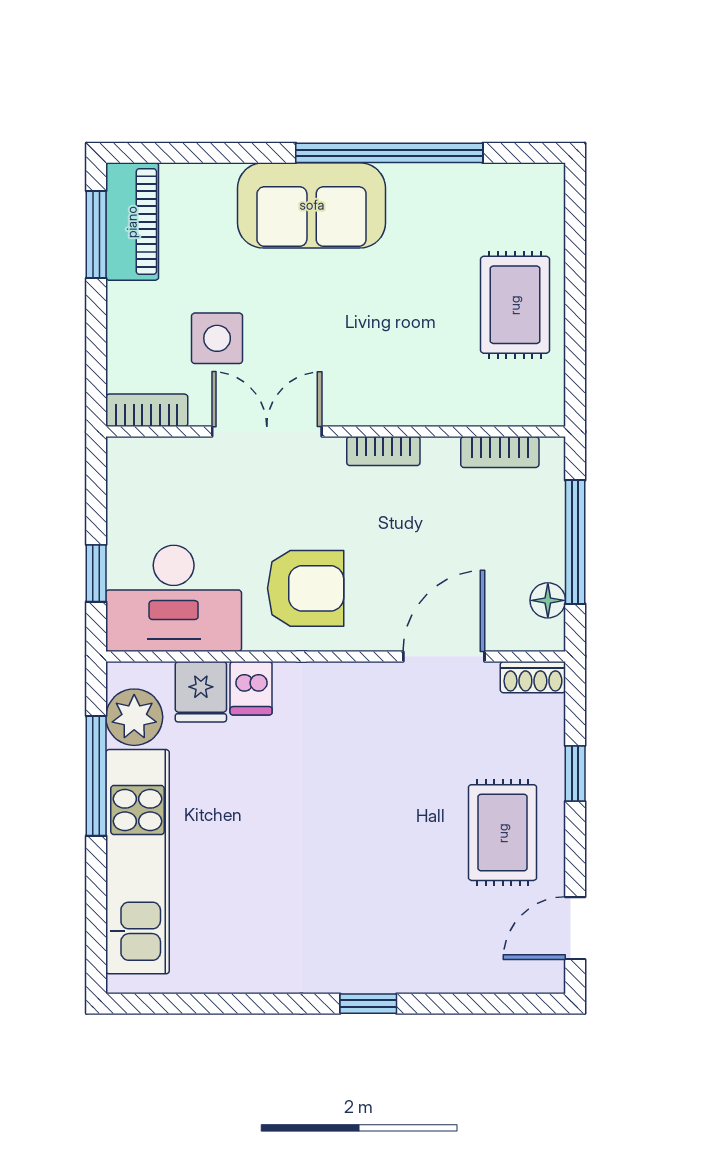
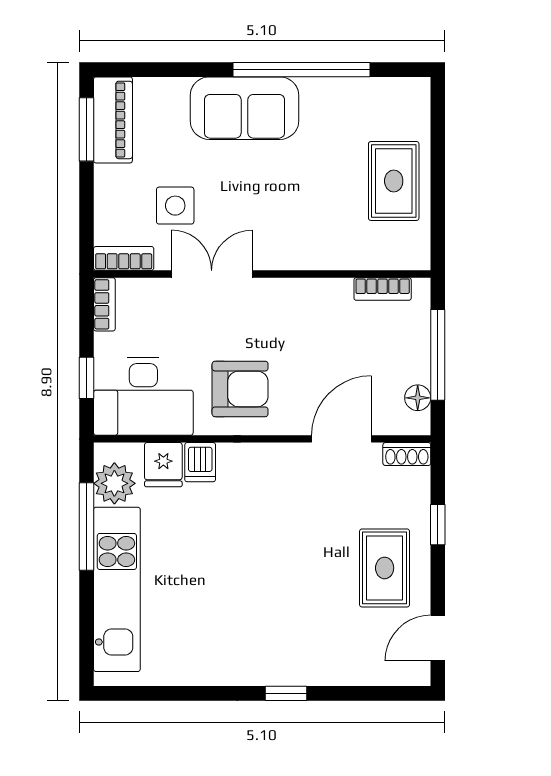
bookcase: (383, 451) -> (104, 304), moved, turned -90

